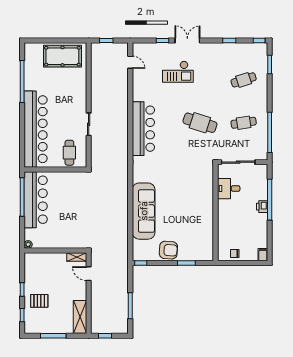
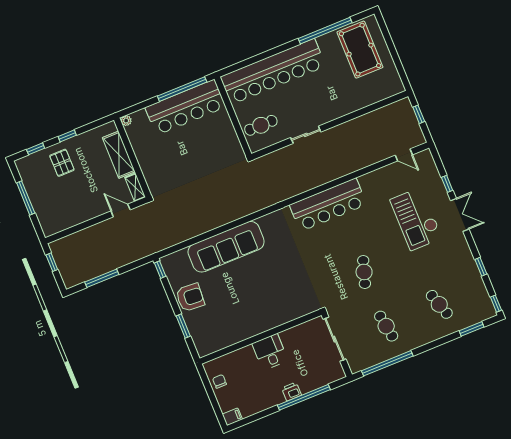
pool table: (62, 56) -> (360, 50), moved
door: (130, 62) -> (404, 155), hinge flipped
checkout: (178, 72) -> (416, 219), width x1.36, depth x1.21
cafe table: (200, 123) -> (364, 272), width x0.73, depth x0.74
desk: (229, 189) -> (270, 352), moved
armchair: (168, 250) -> (190, 297), turned -90
door: (89, 274) -> (121, 210), hinge flipped
shelving: (80, 317) -> (119, 155), moved, turned 90

